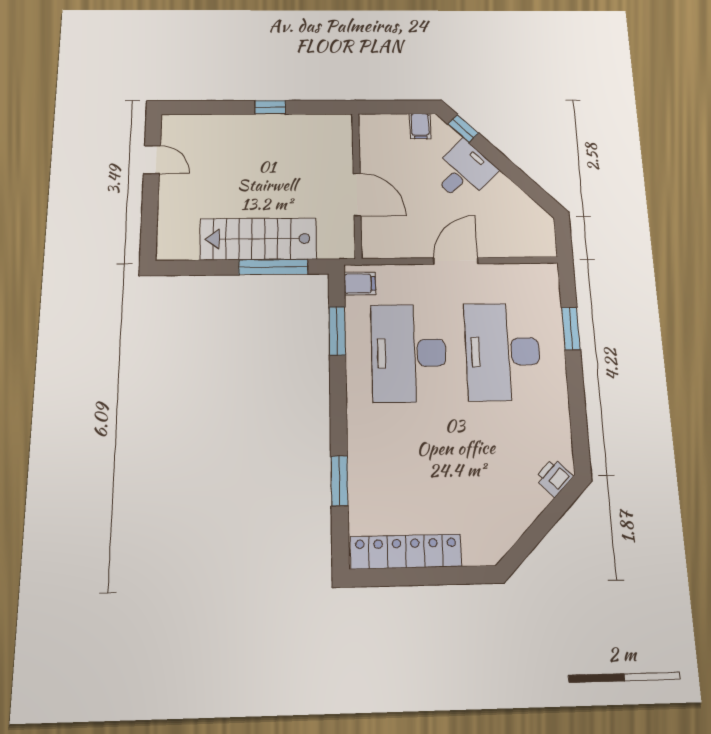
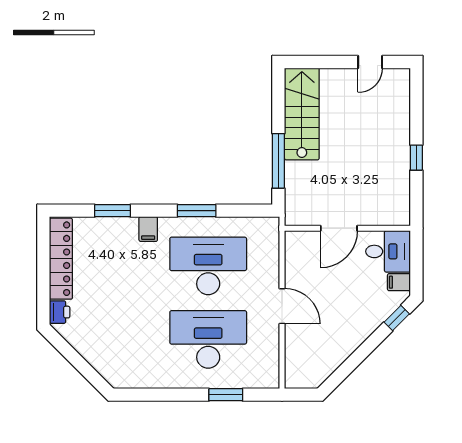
desk: (464, 172) -> (388, 251), moved, turned -45
stairs: (258, 239) -> (302, 114), moved
filing cabinet: (360, 284) -> (148, 229), moved
window: (337, 331) -> (197, 211), moved
printer: (554, 477) -> (60, 312), moved, turned 45

